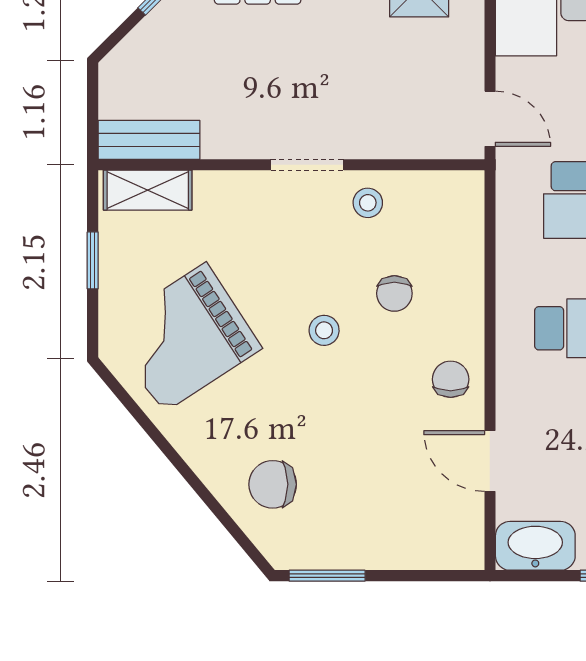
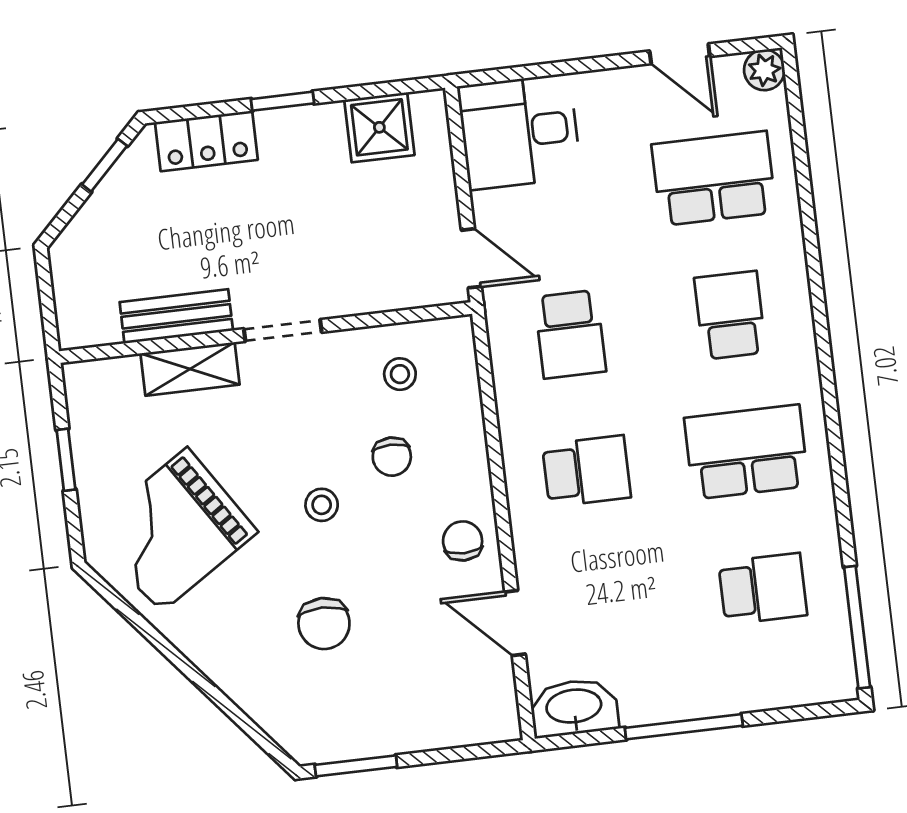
bench: (149, 140) -> (176, 316), moved
shelving: (148, 190) -> (190, 369), moved
stool: (368, 203) -> (400, 374), moved
chair: (273, 484) -> (324, 624), moved, turned -90

